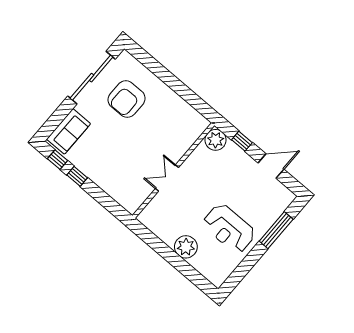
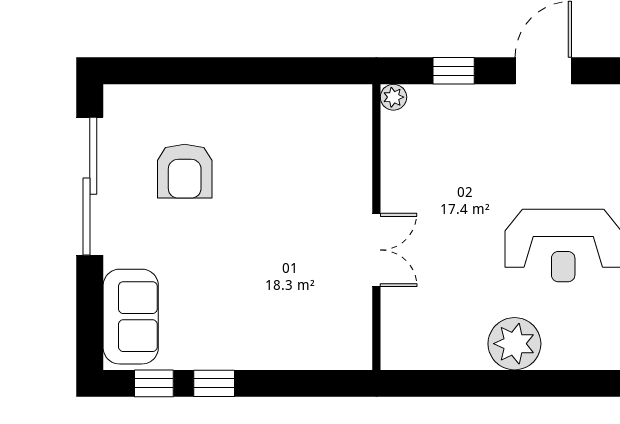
armchair: (127, 99) -> (185, 171), width x0.73, depth x0.73
plant: (216, 140) -> (393, 97), width x0.53, depth x0.53
double door: (167, 178) -> (376, 250), swing flipped

